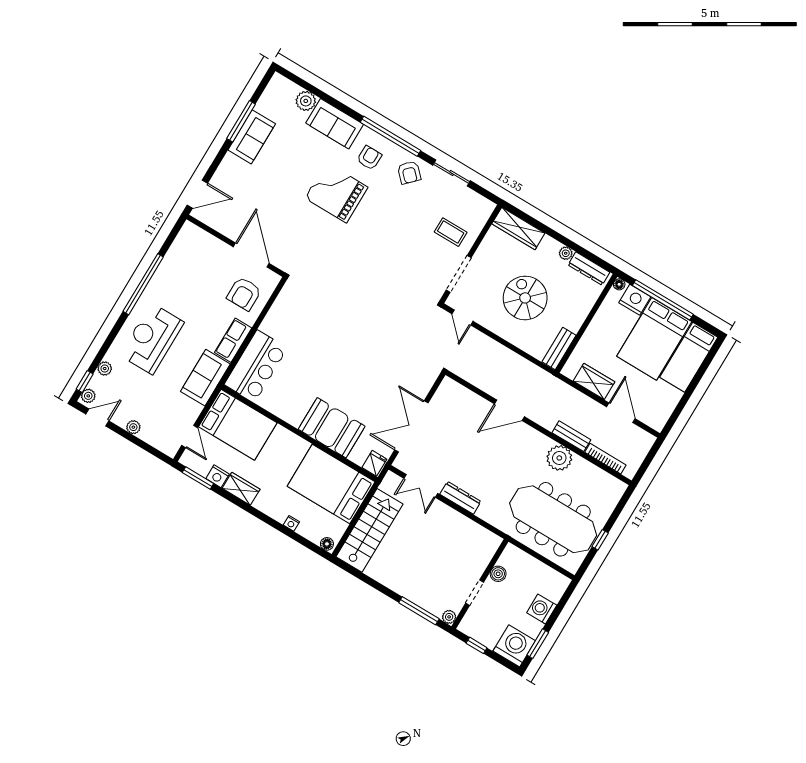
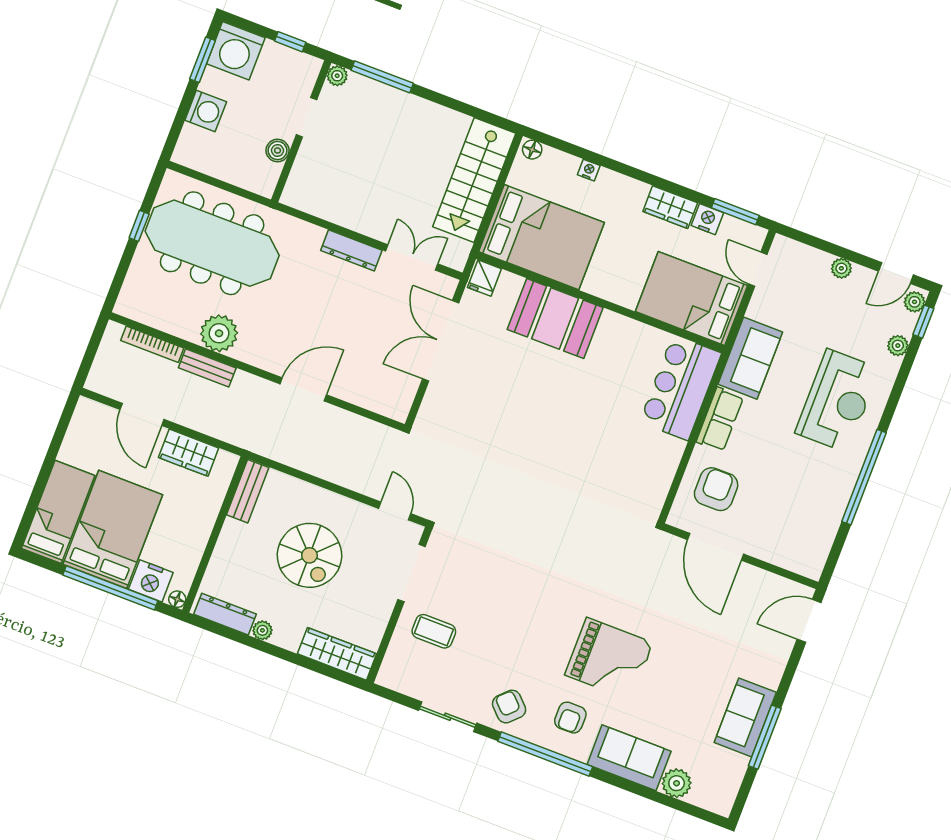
double door: (411, 426) -> (441, 341), swing flipped

